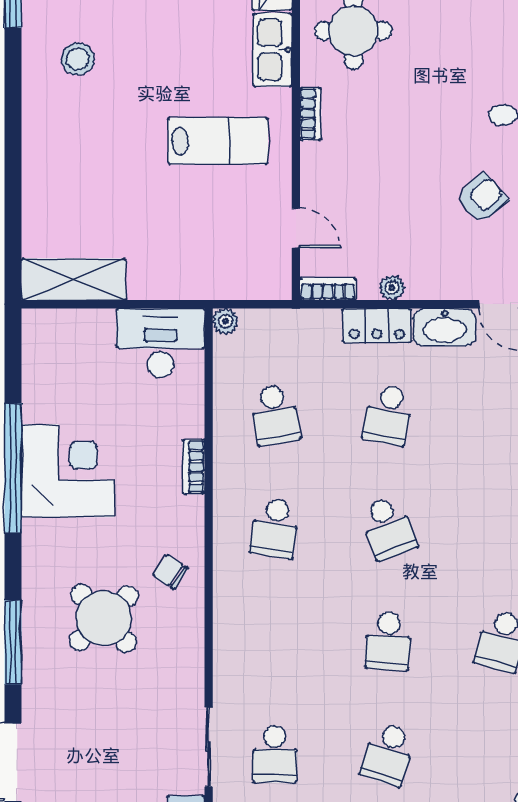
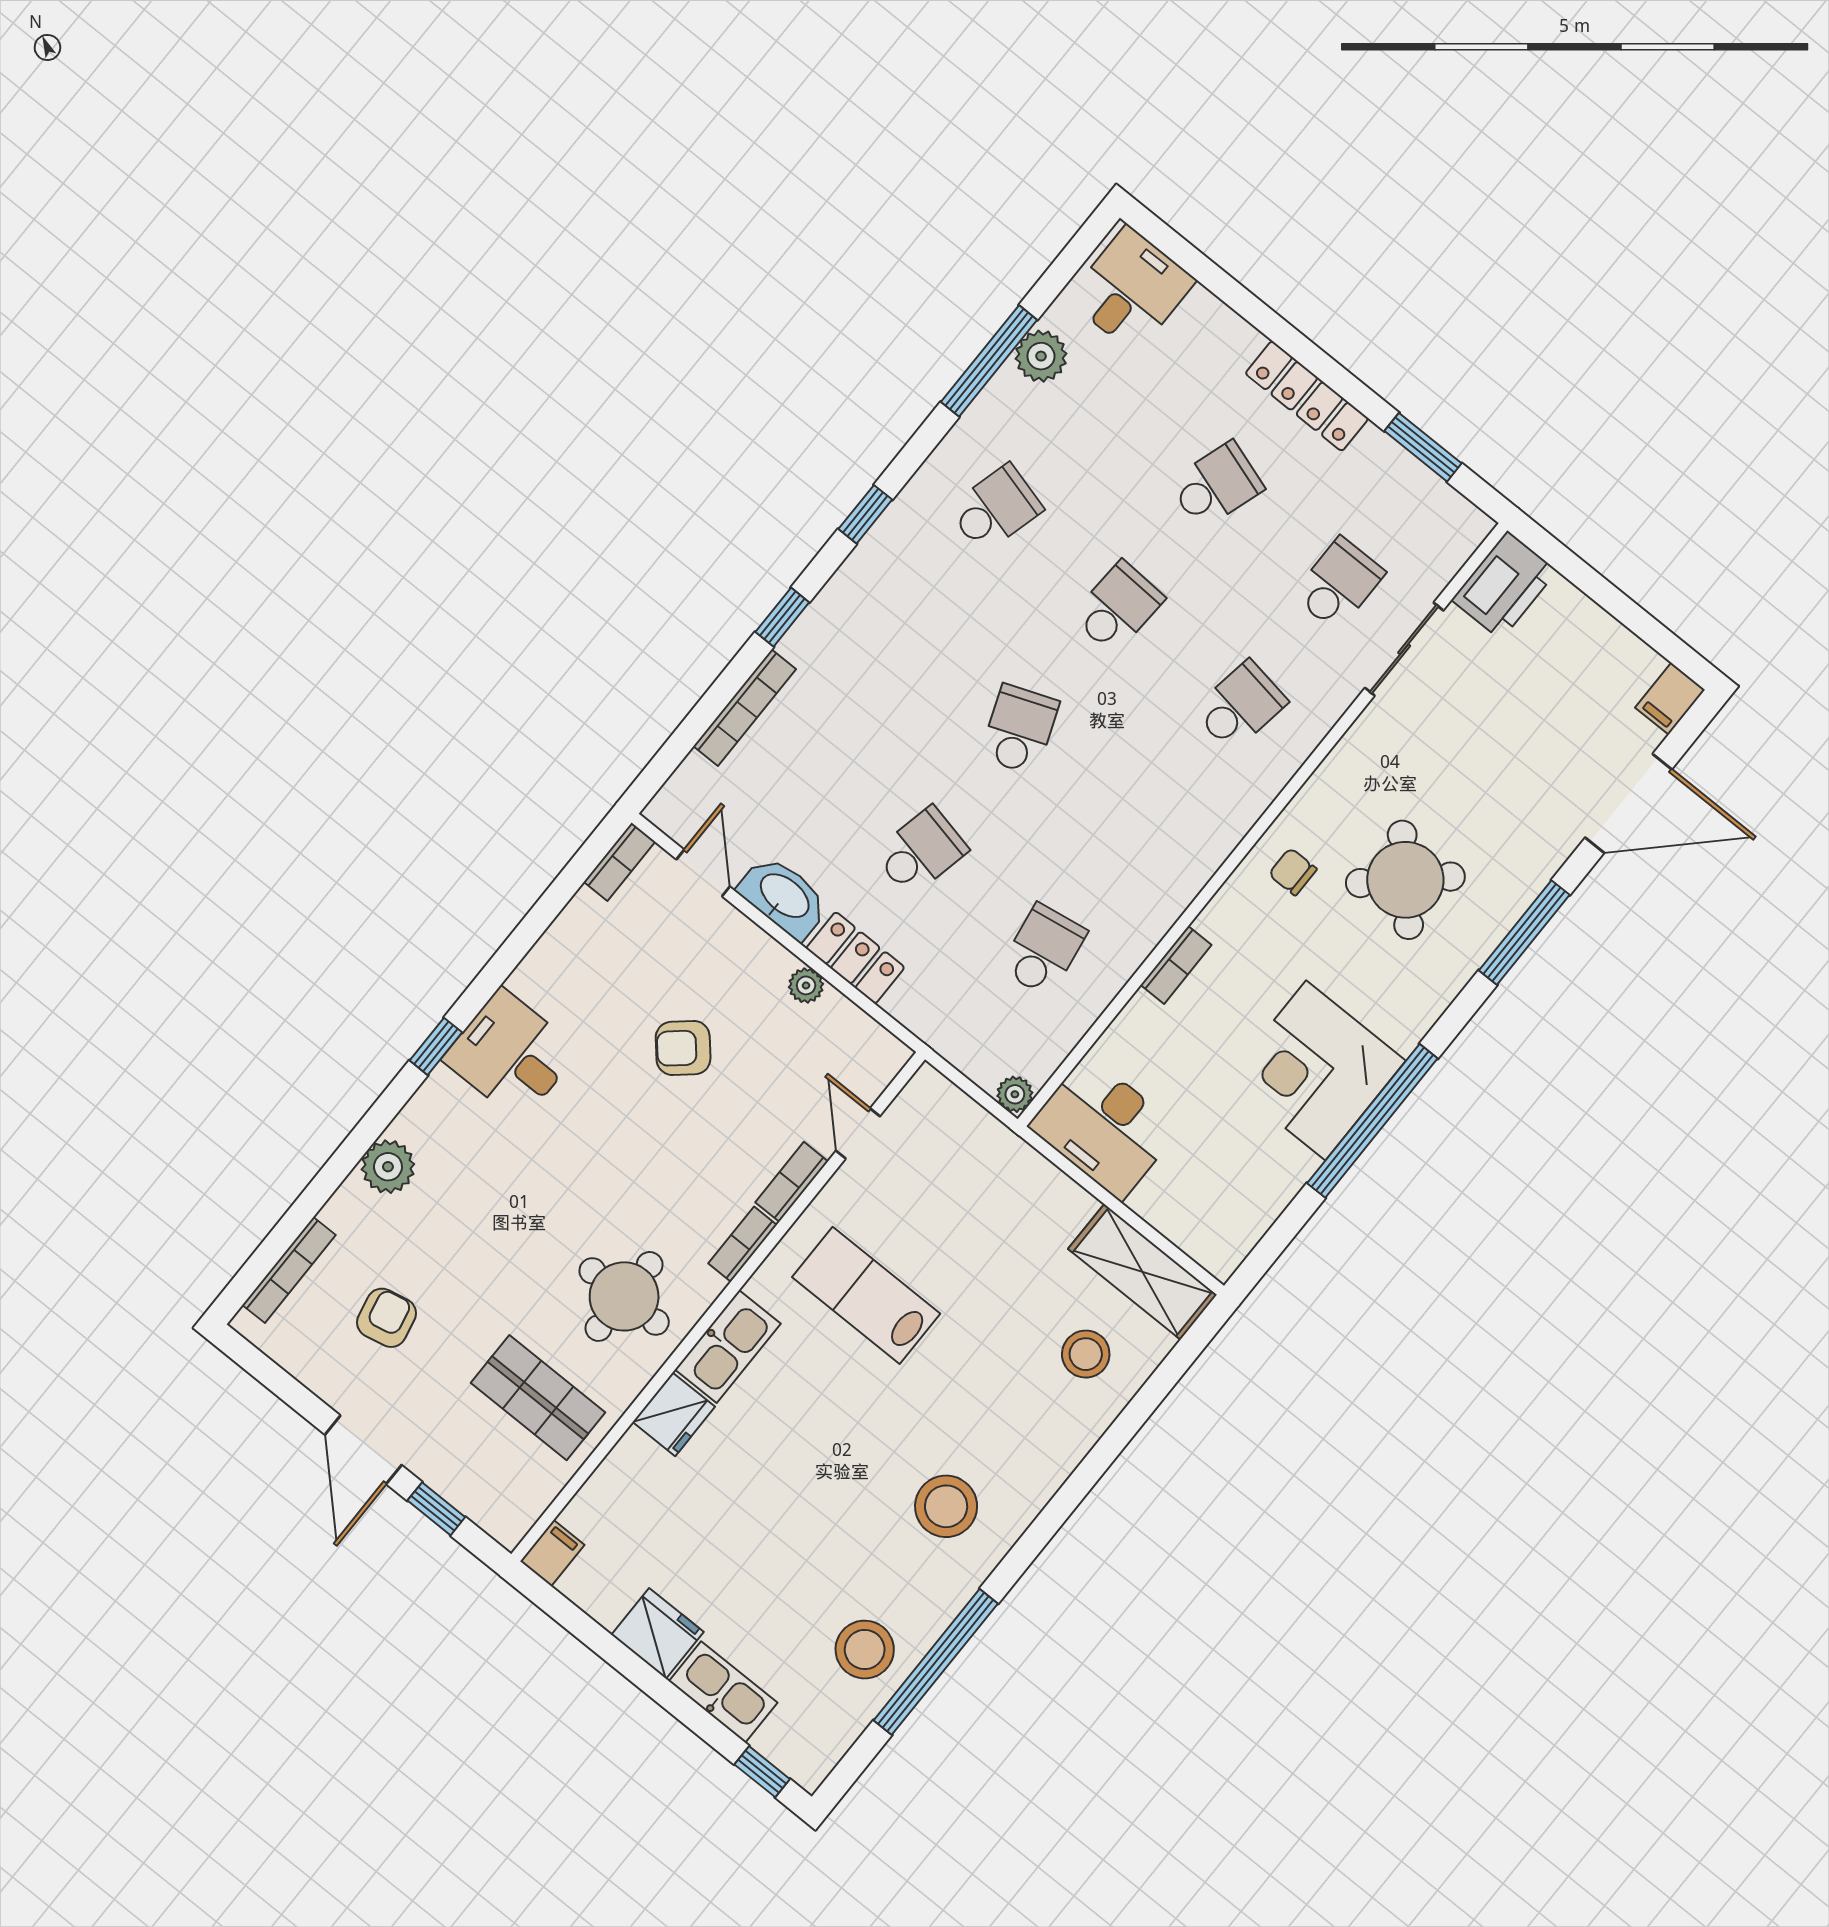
stool: (78, 59) -> (946, 1506), width x1.38, depth x1.38
armchair: (482, 198) -> (683, 1048), moved
stool: (68, 208) -> (1086, 1354), added
bookcase: (328, 289) -> (792, 1182), moved, turned 90
school desk: (275, 528) -> (1240, 706), moved
chair: (170, 572) -> (1293, 872), turned 146

